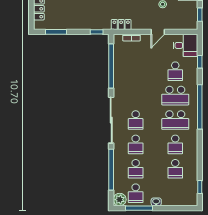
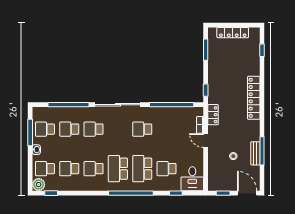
door: (158, 32) -> (206, 141), moved
school desk: (136, 120) -> (142, 129), moved
school desk: (175, 193) -> (45, 169), added
plant: (120, 200) -> (39, 185), moved

